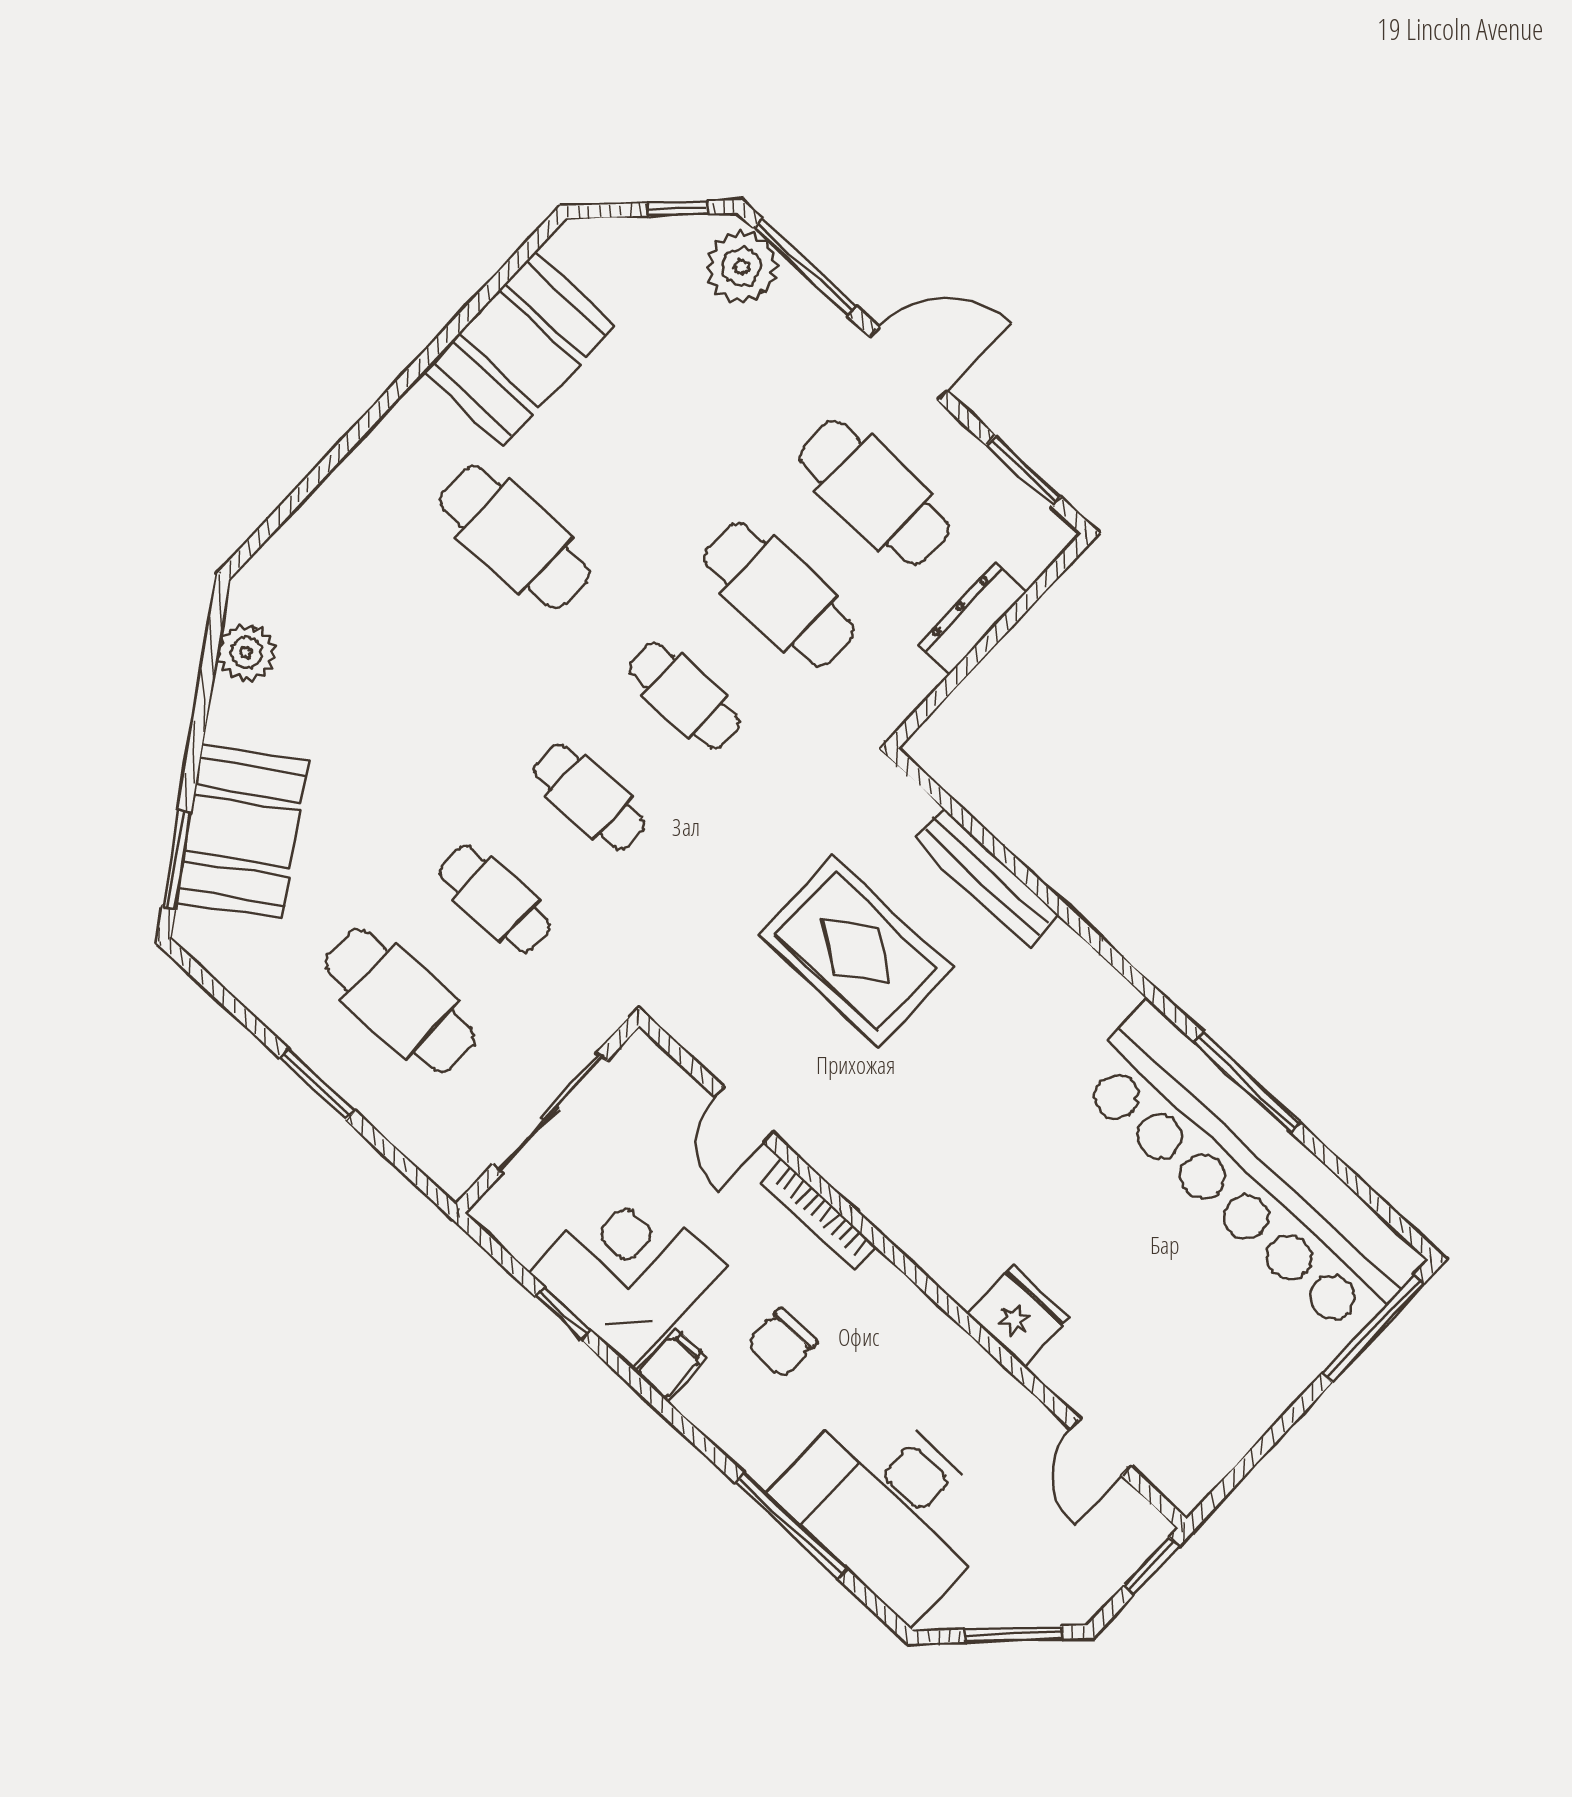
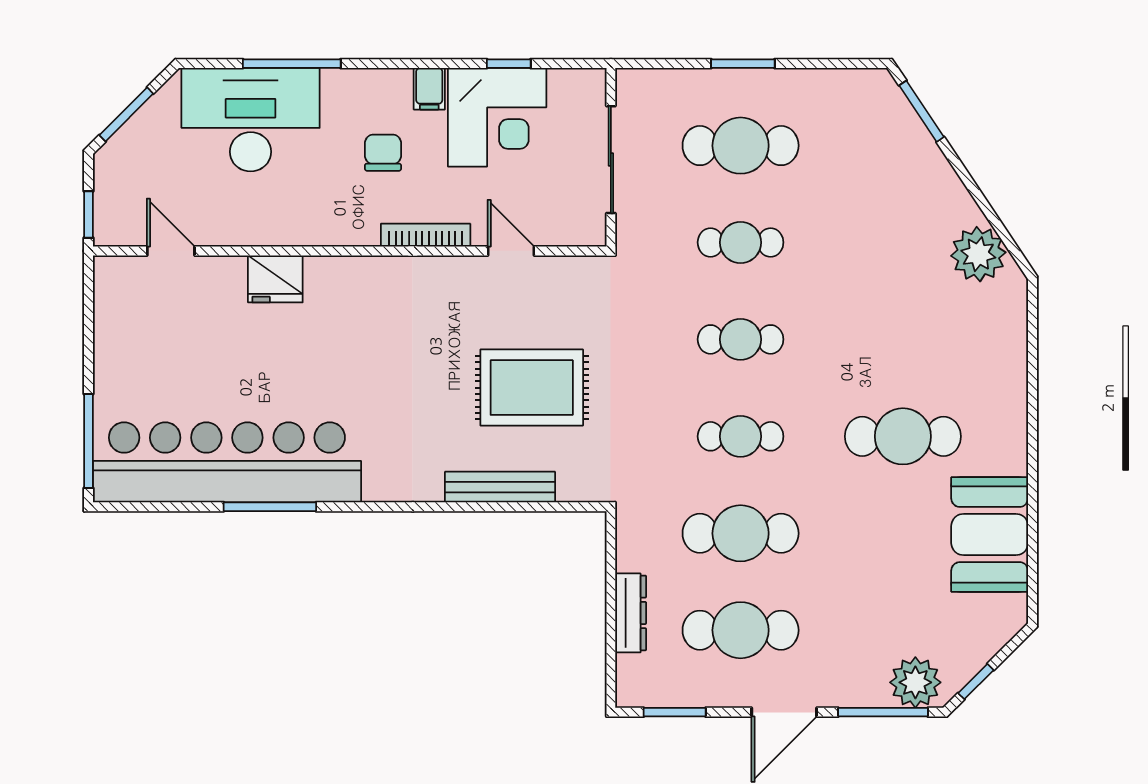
plant: (246, 653) -> (978, 254), width x1.36, depth x1.36
booth: (242, 831) -> (902, 157), removed

